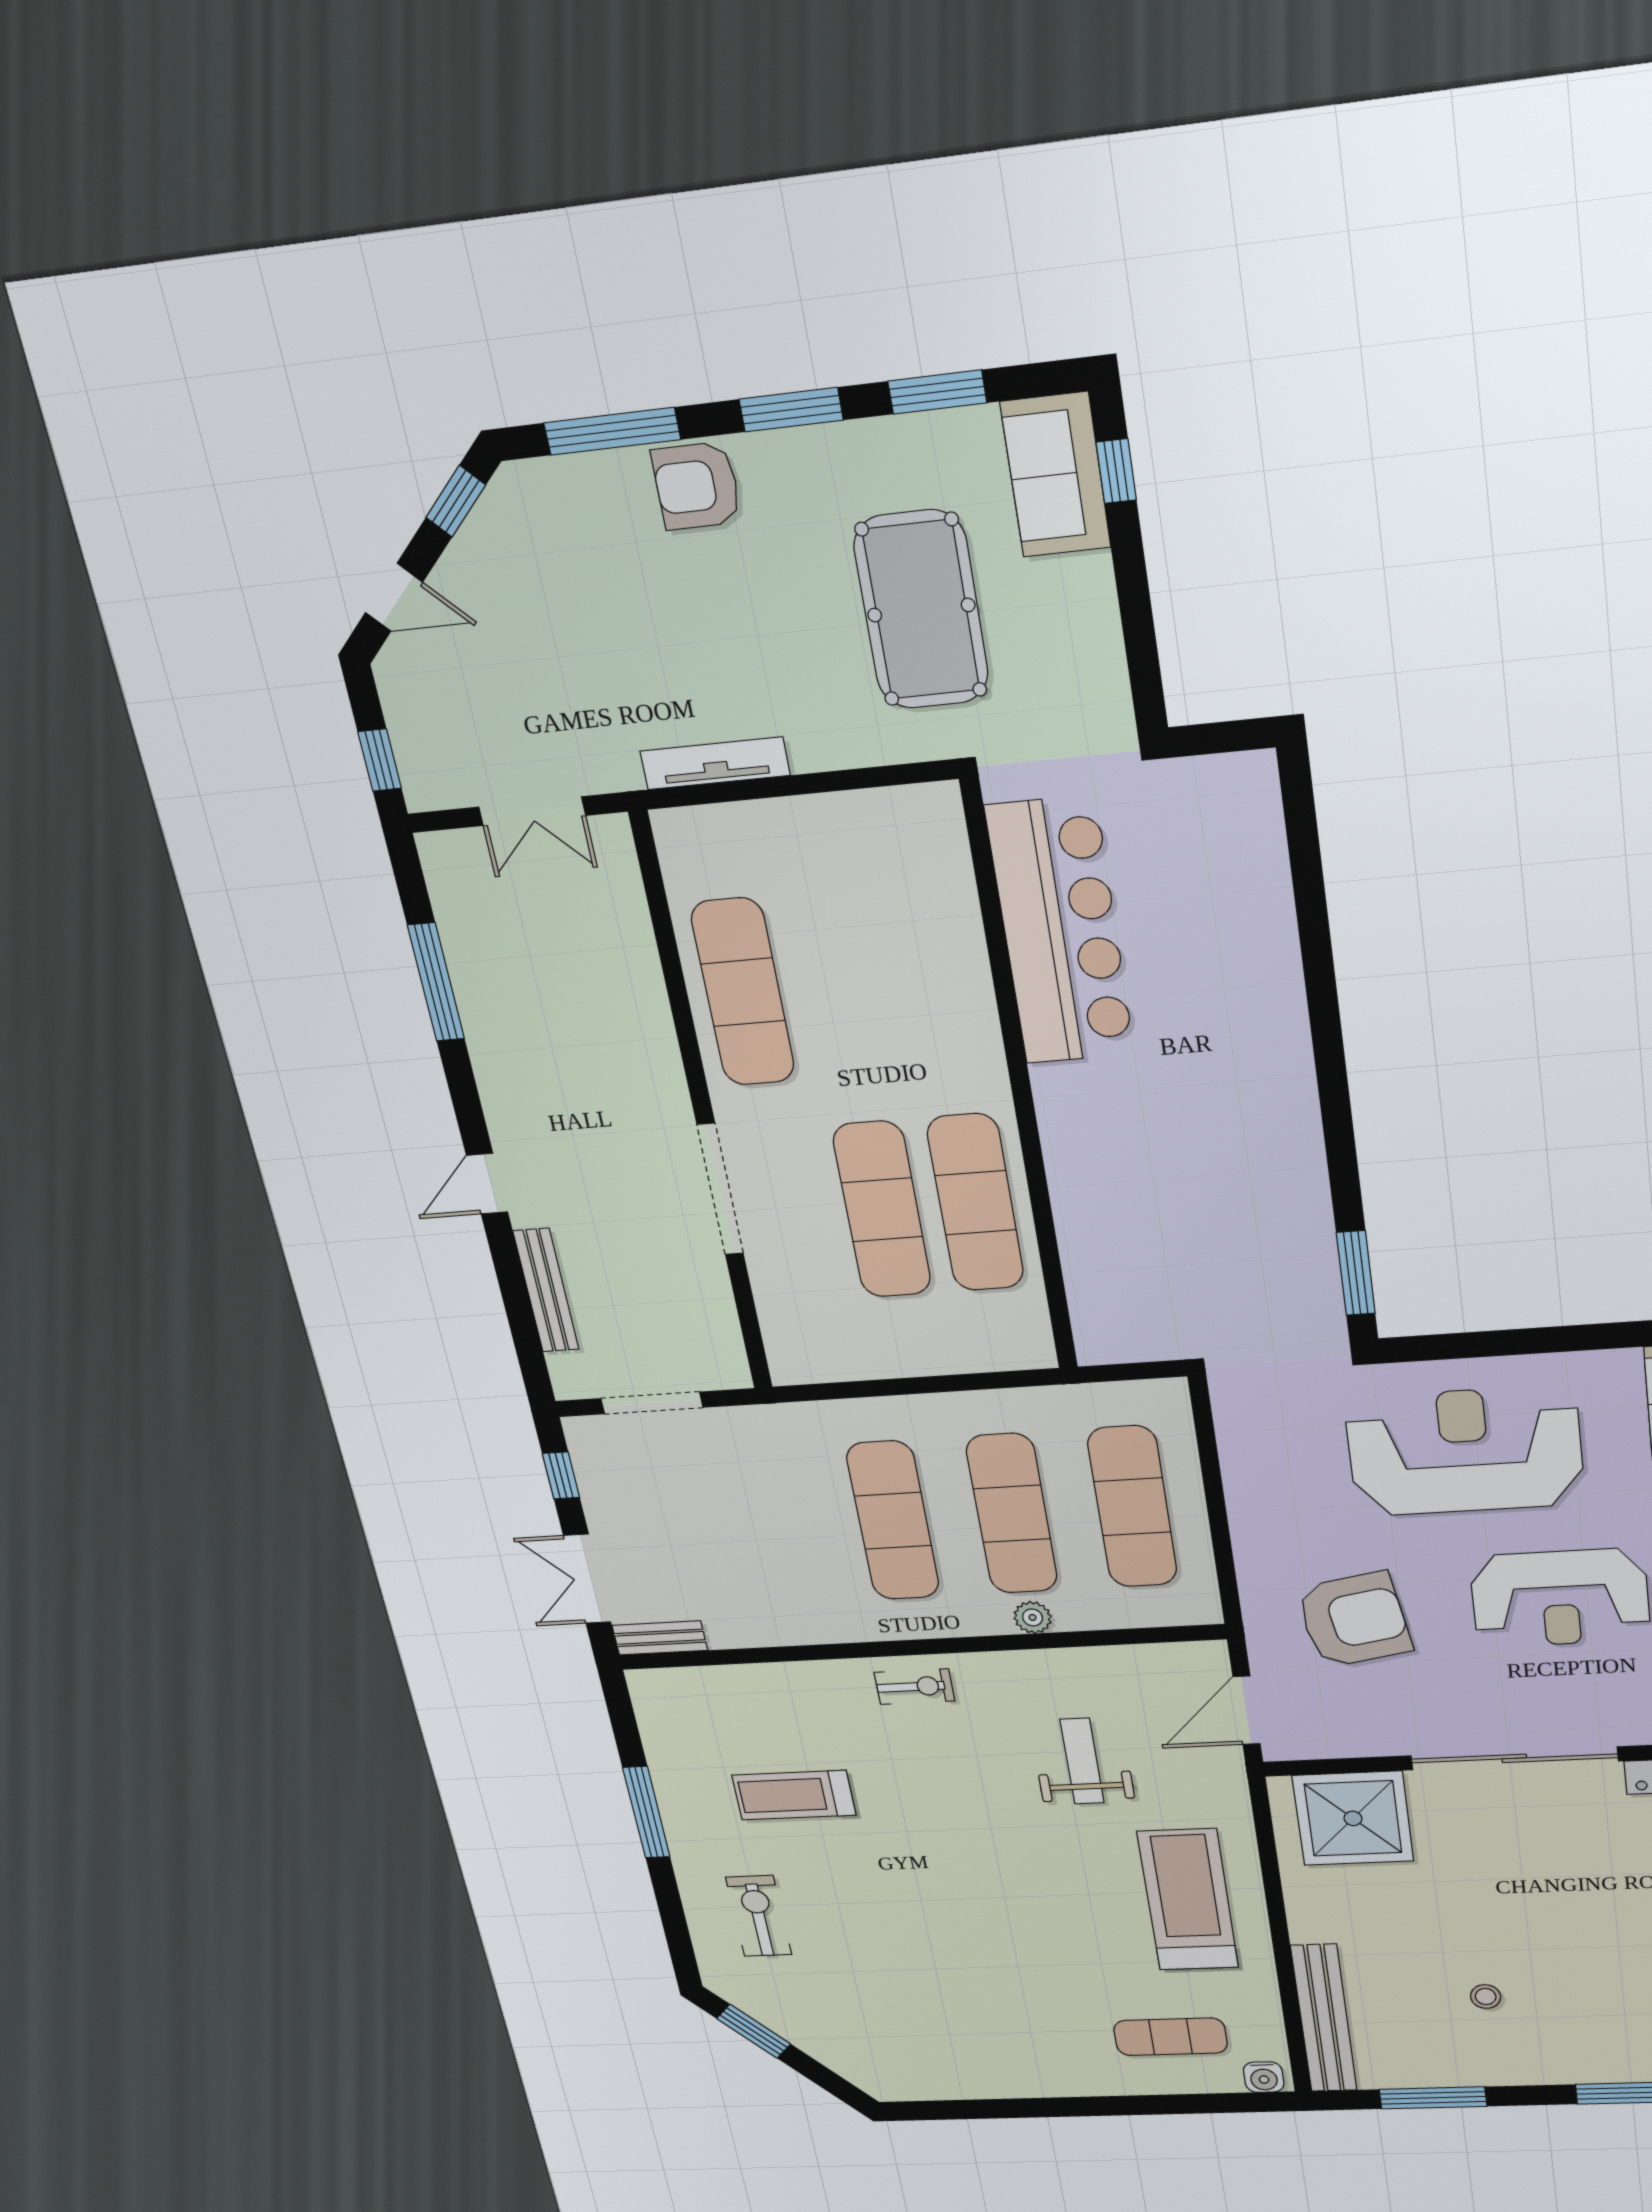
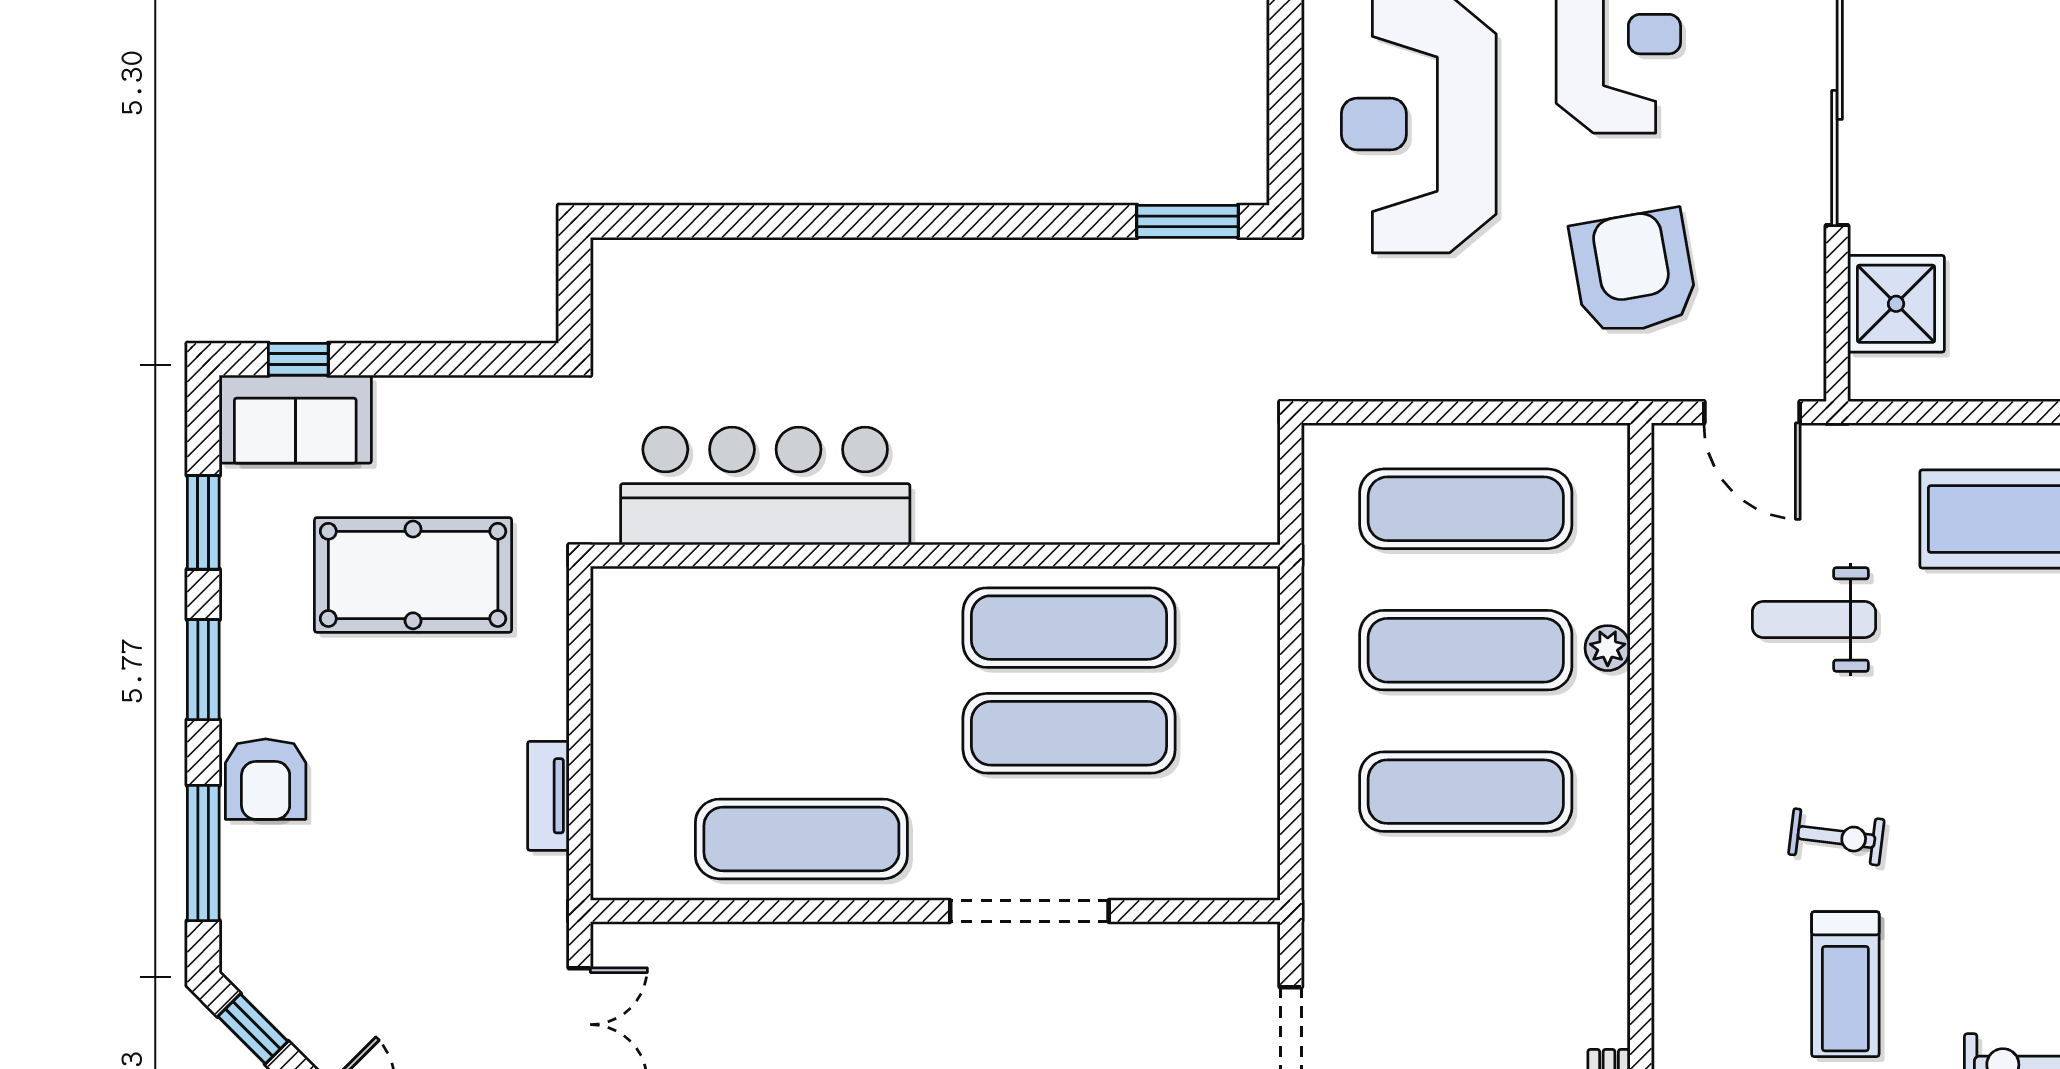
tv unit: (715, 763) -> (548, 796), width x0.71
exercise bike: (914, 1687) -> (1836, 837), moved, turned 97
shower: (1353, 1818) -> (1896, 304), width x0.73, depth x0.73

